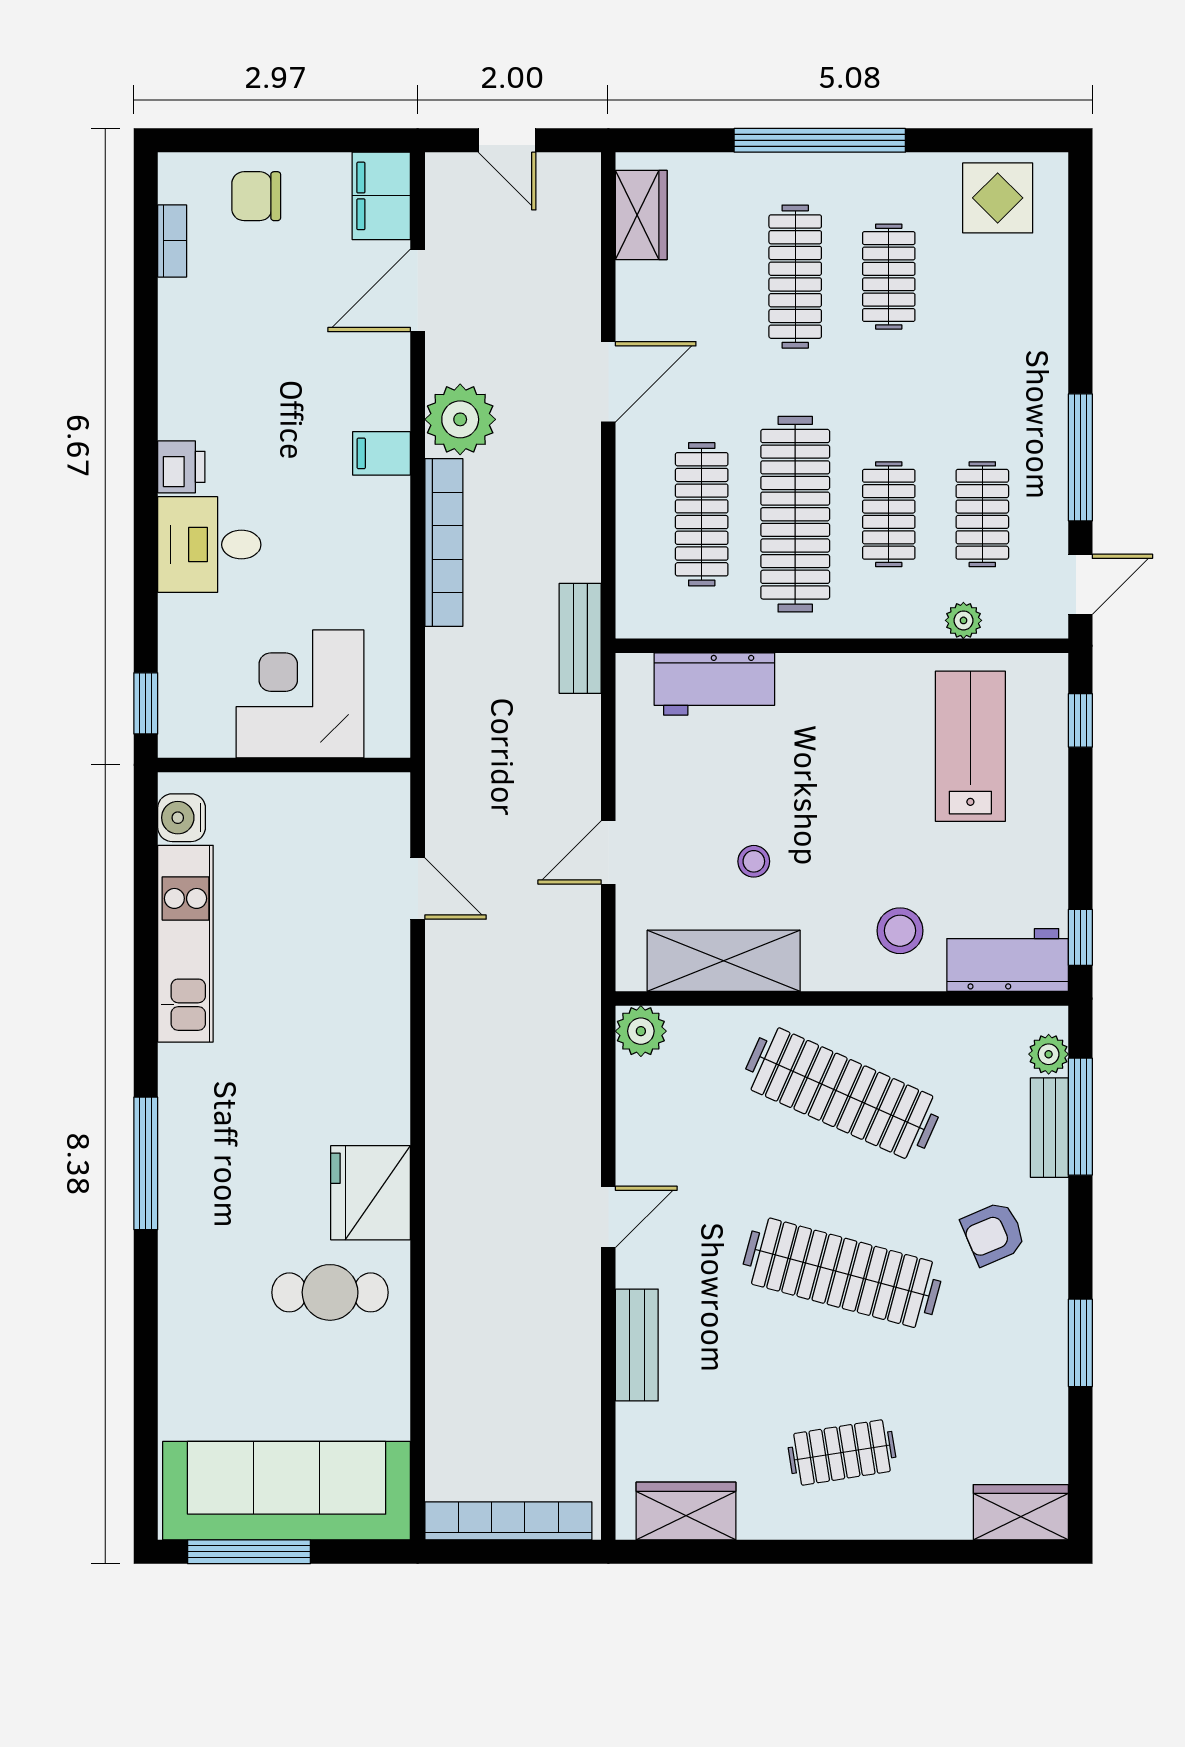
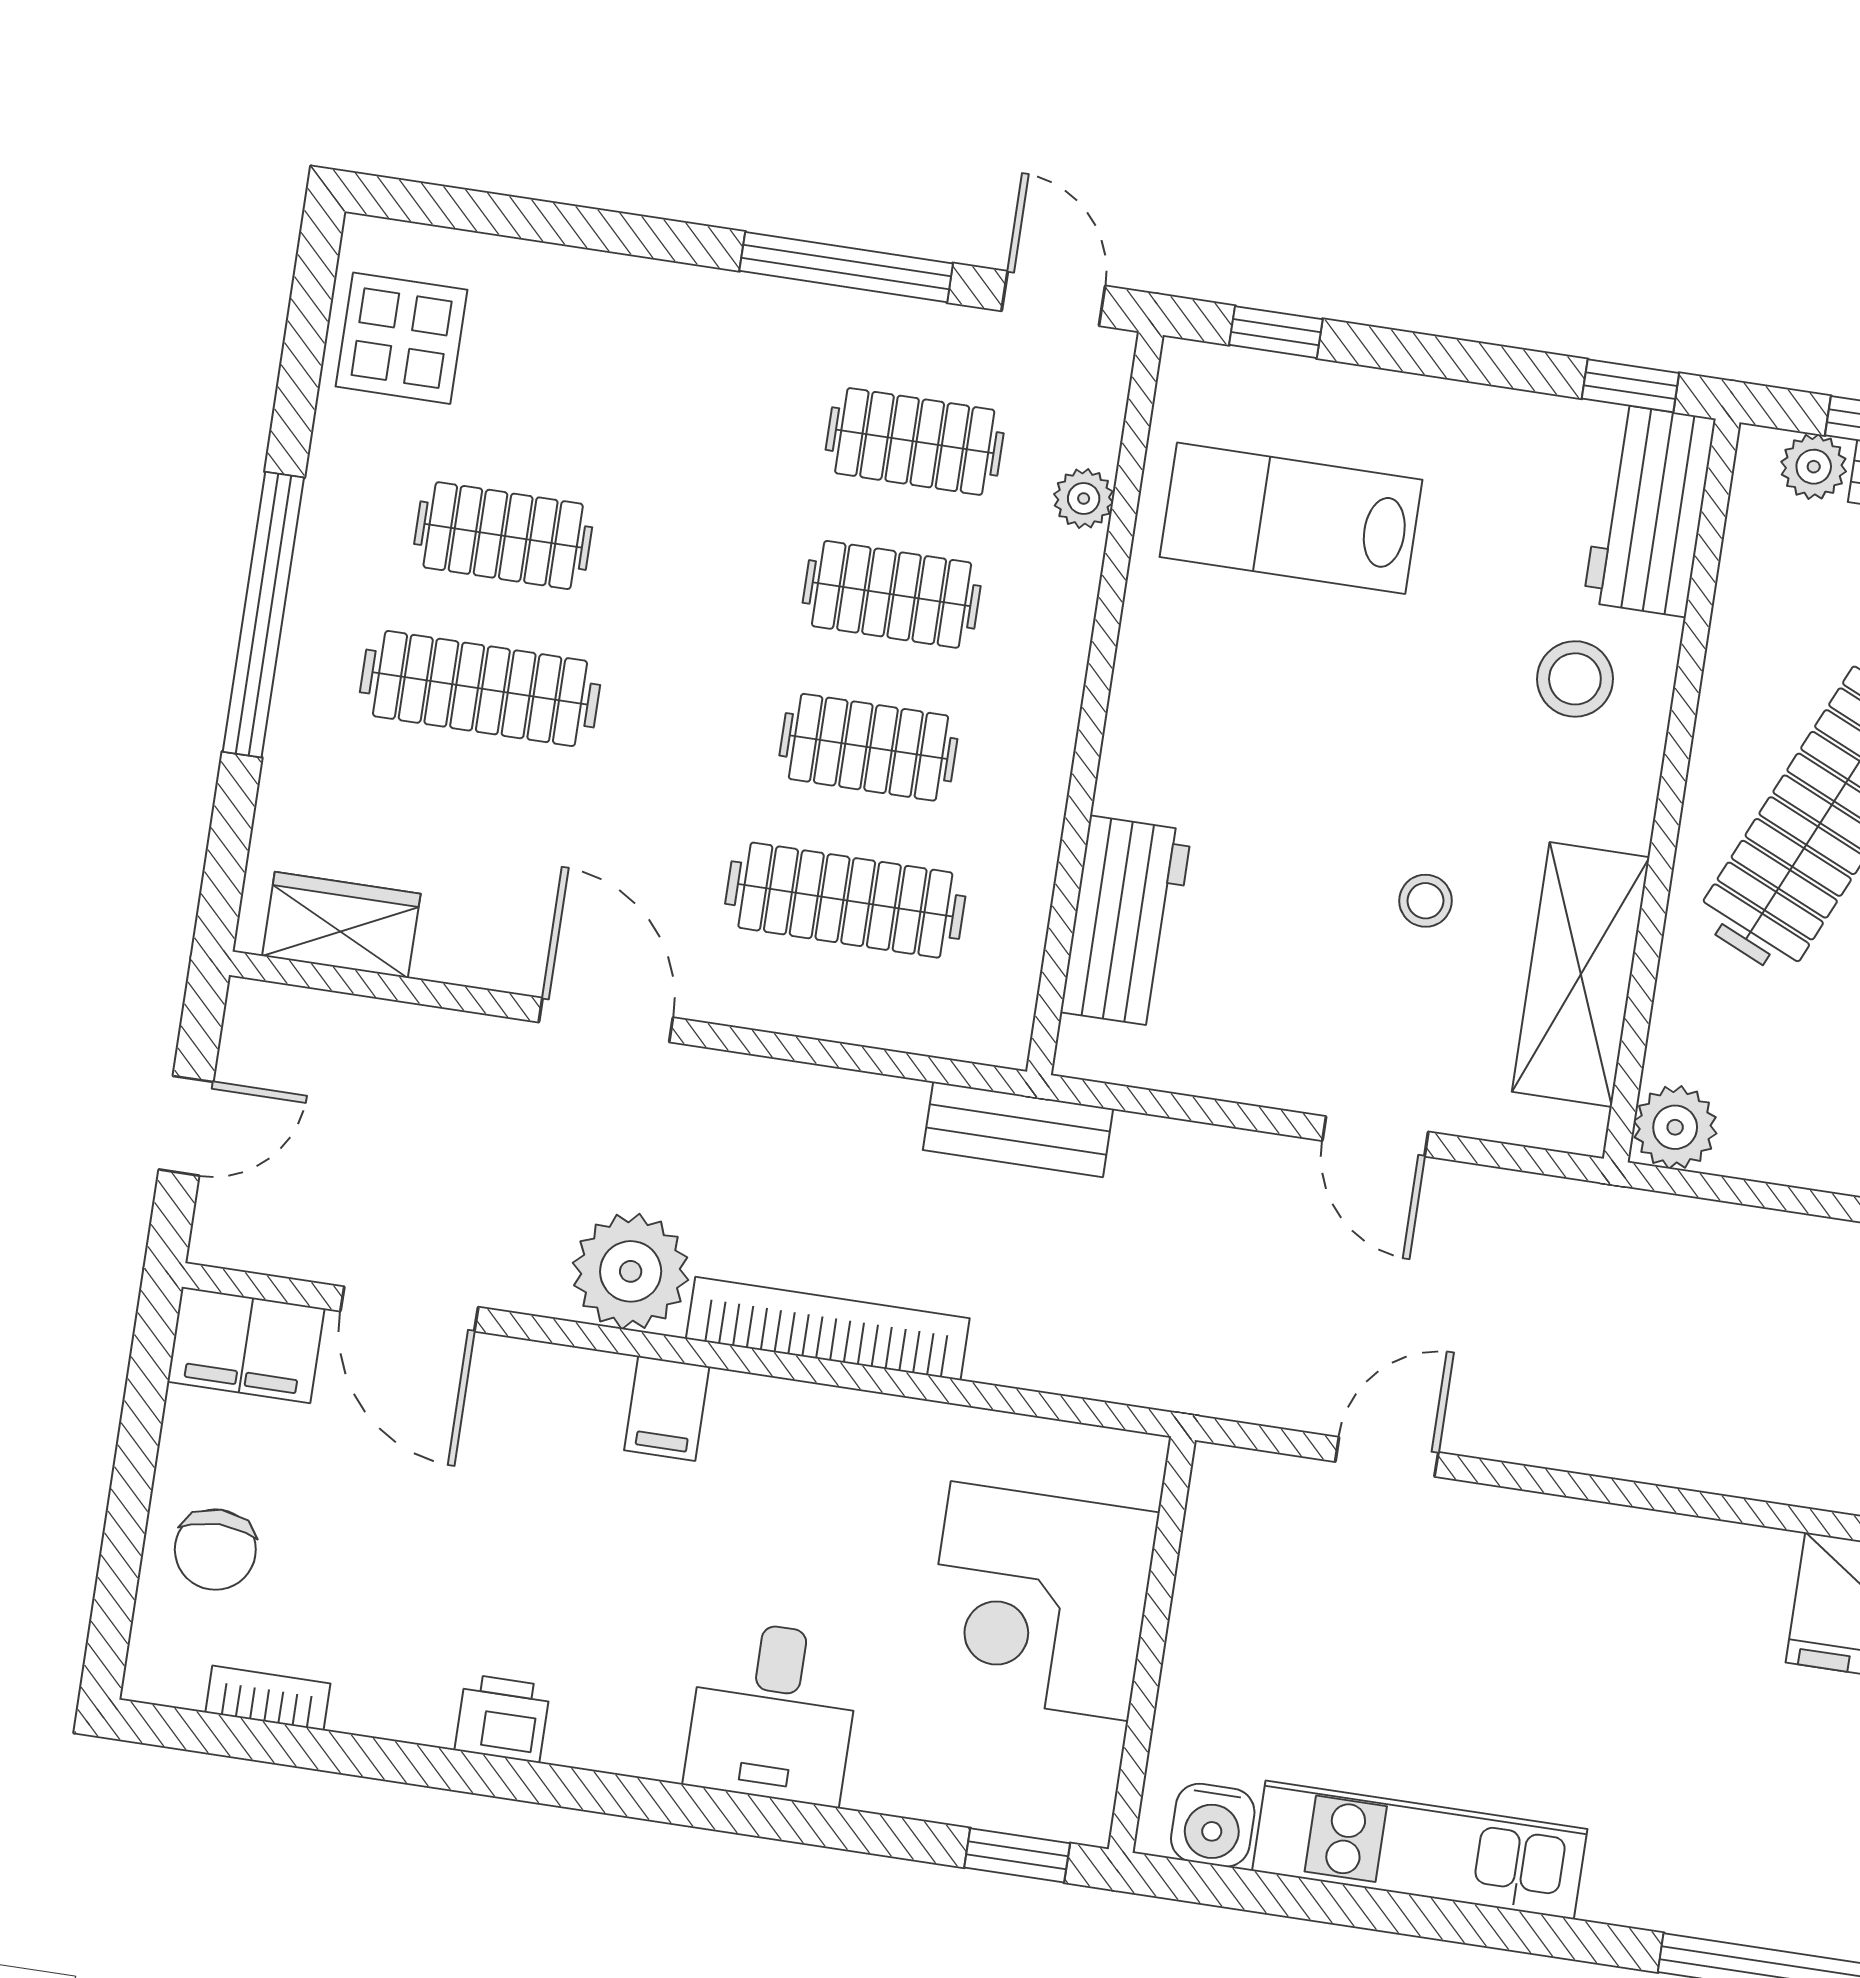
printer: (181, 467) -> (502, 1718), moved
clothes rail: (795, 514) -> (868, 747), width x0.54, depth x0.76

